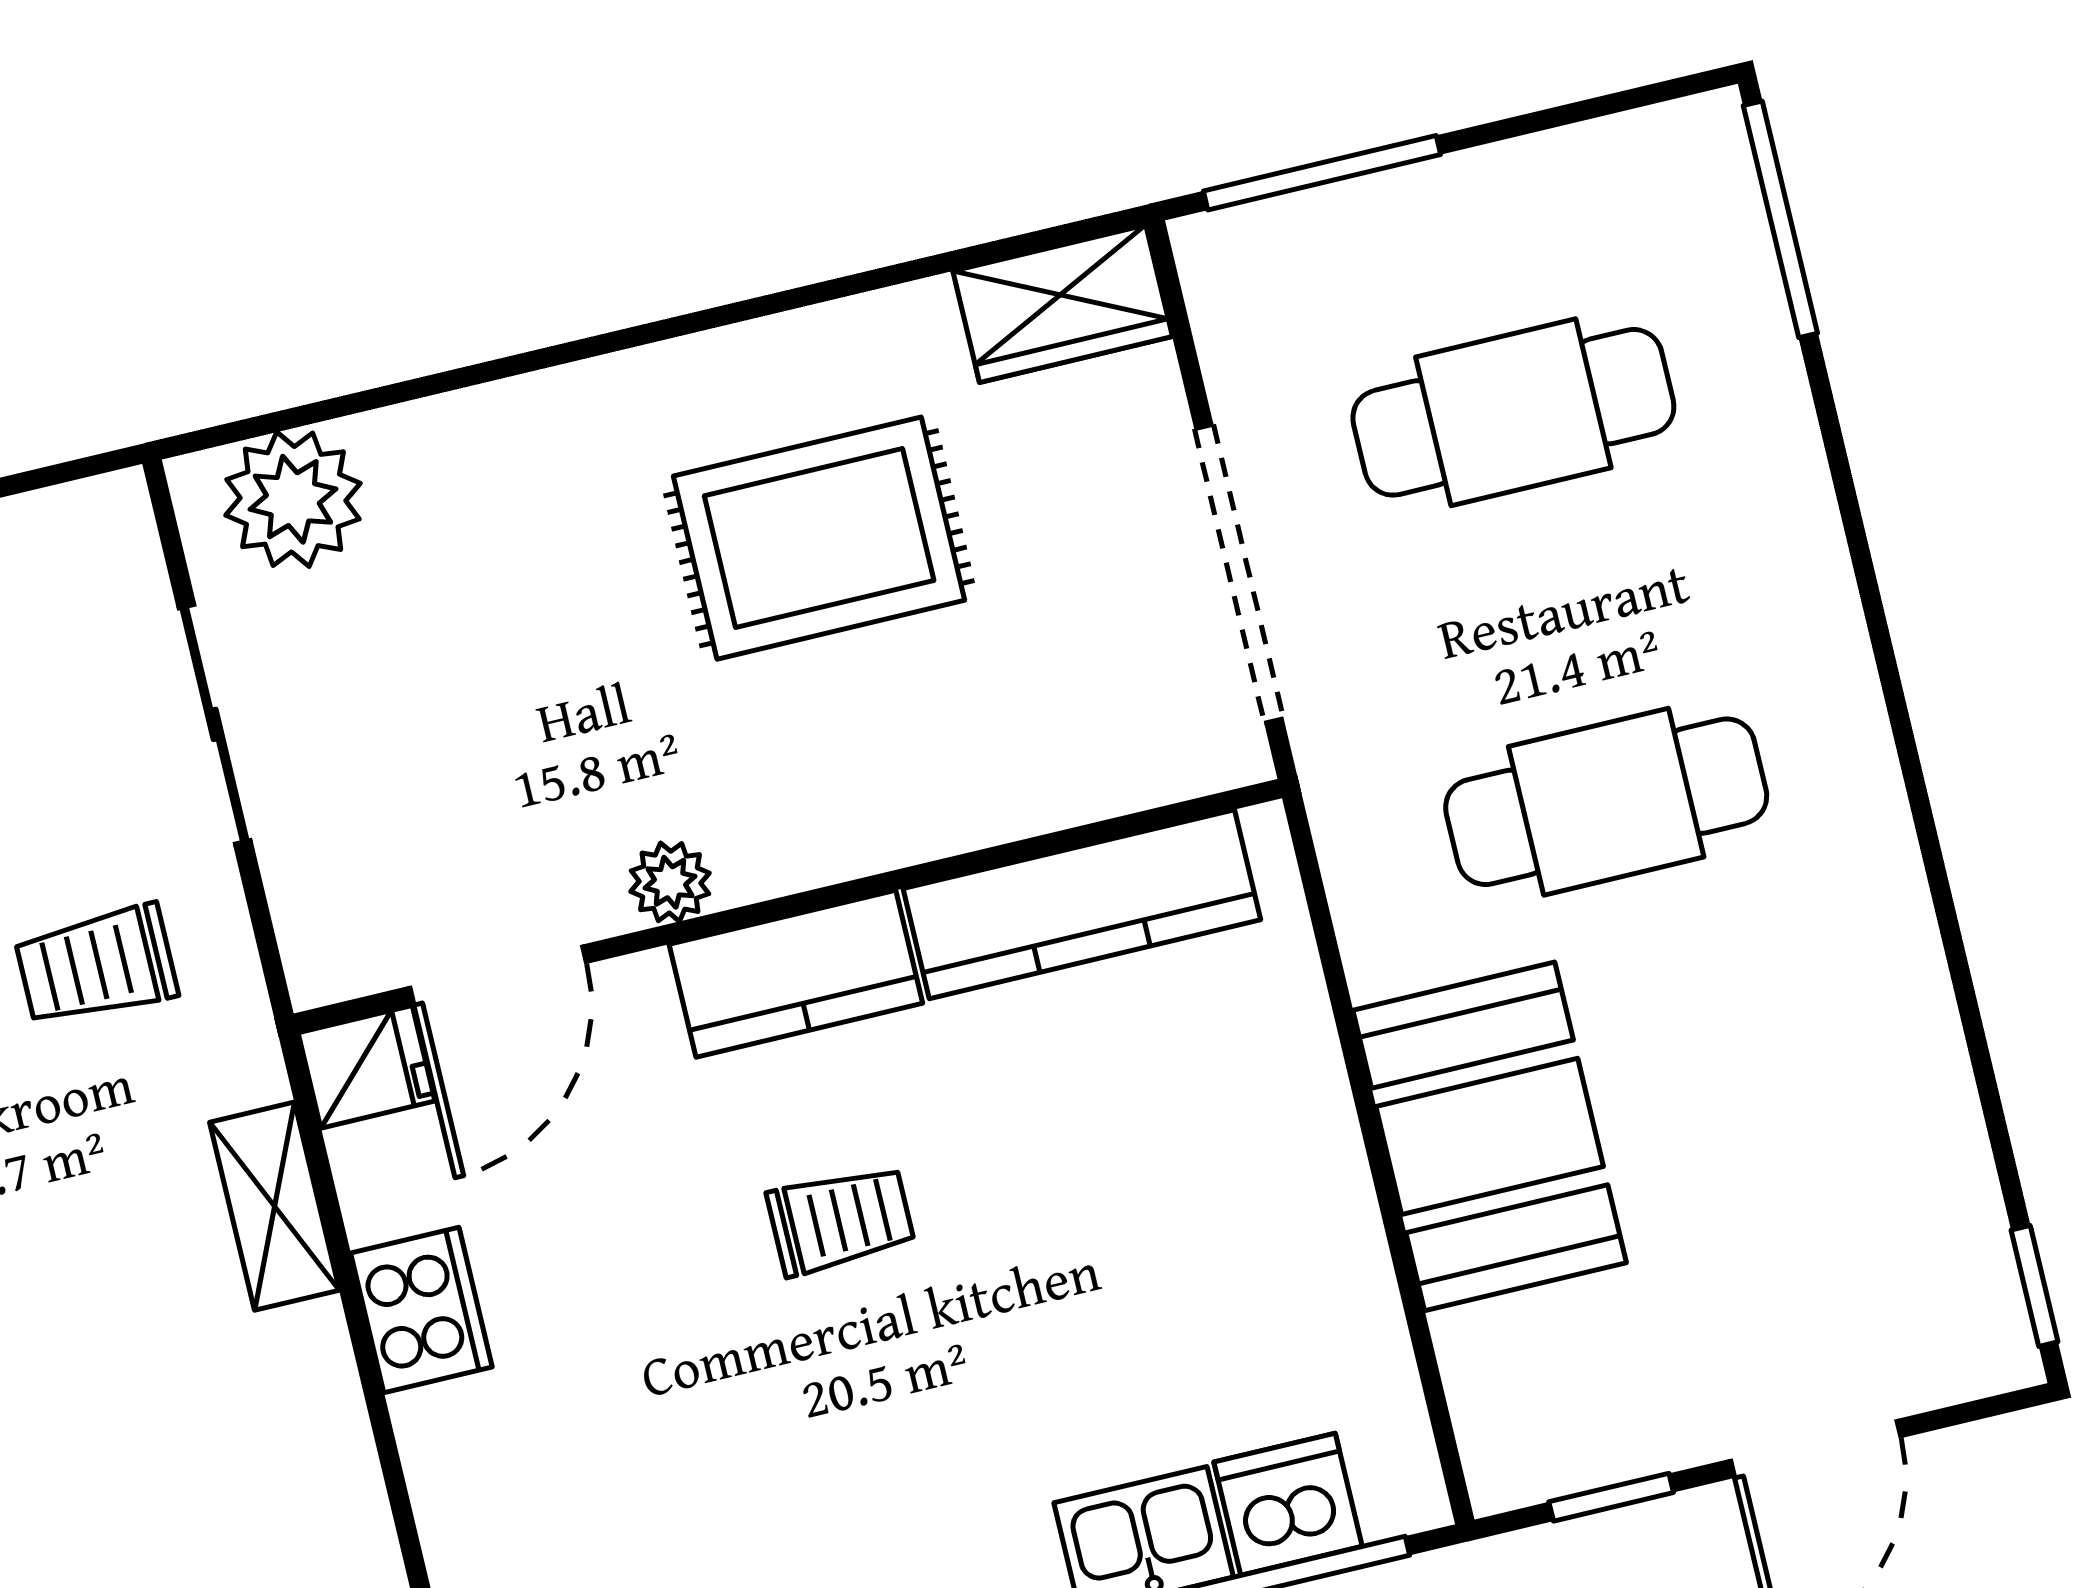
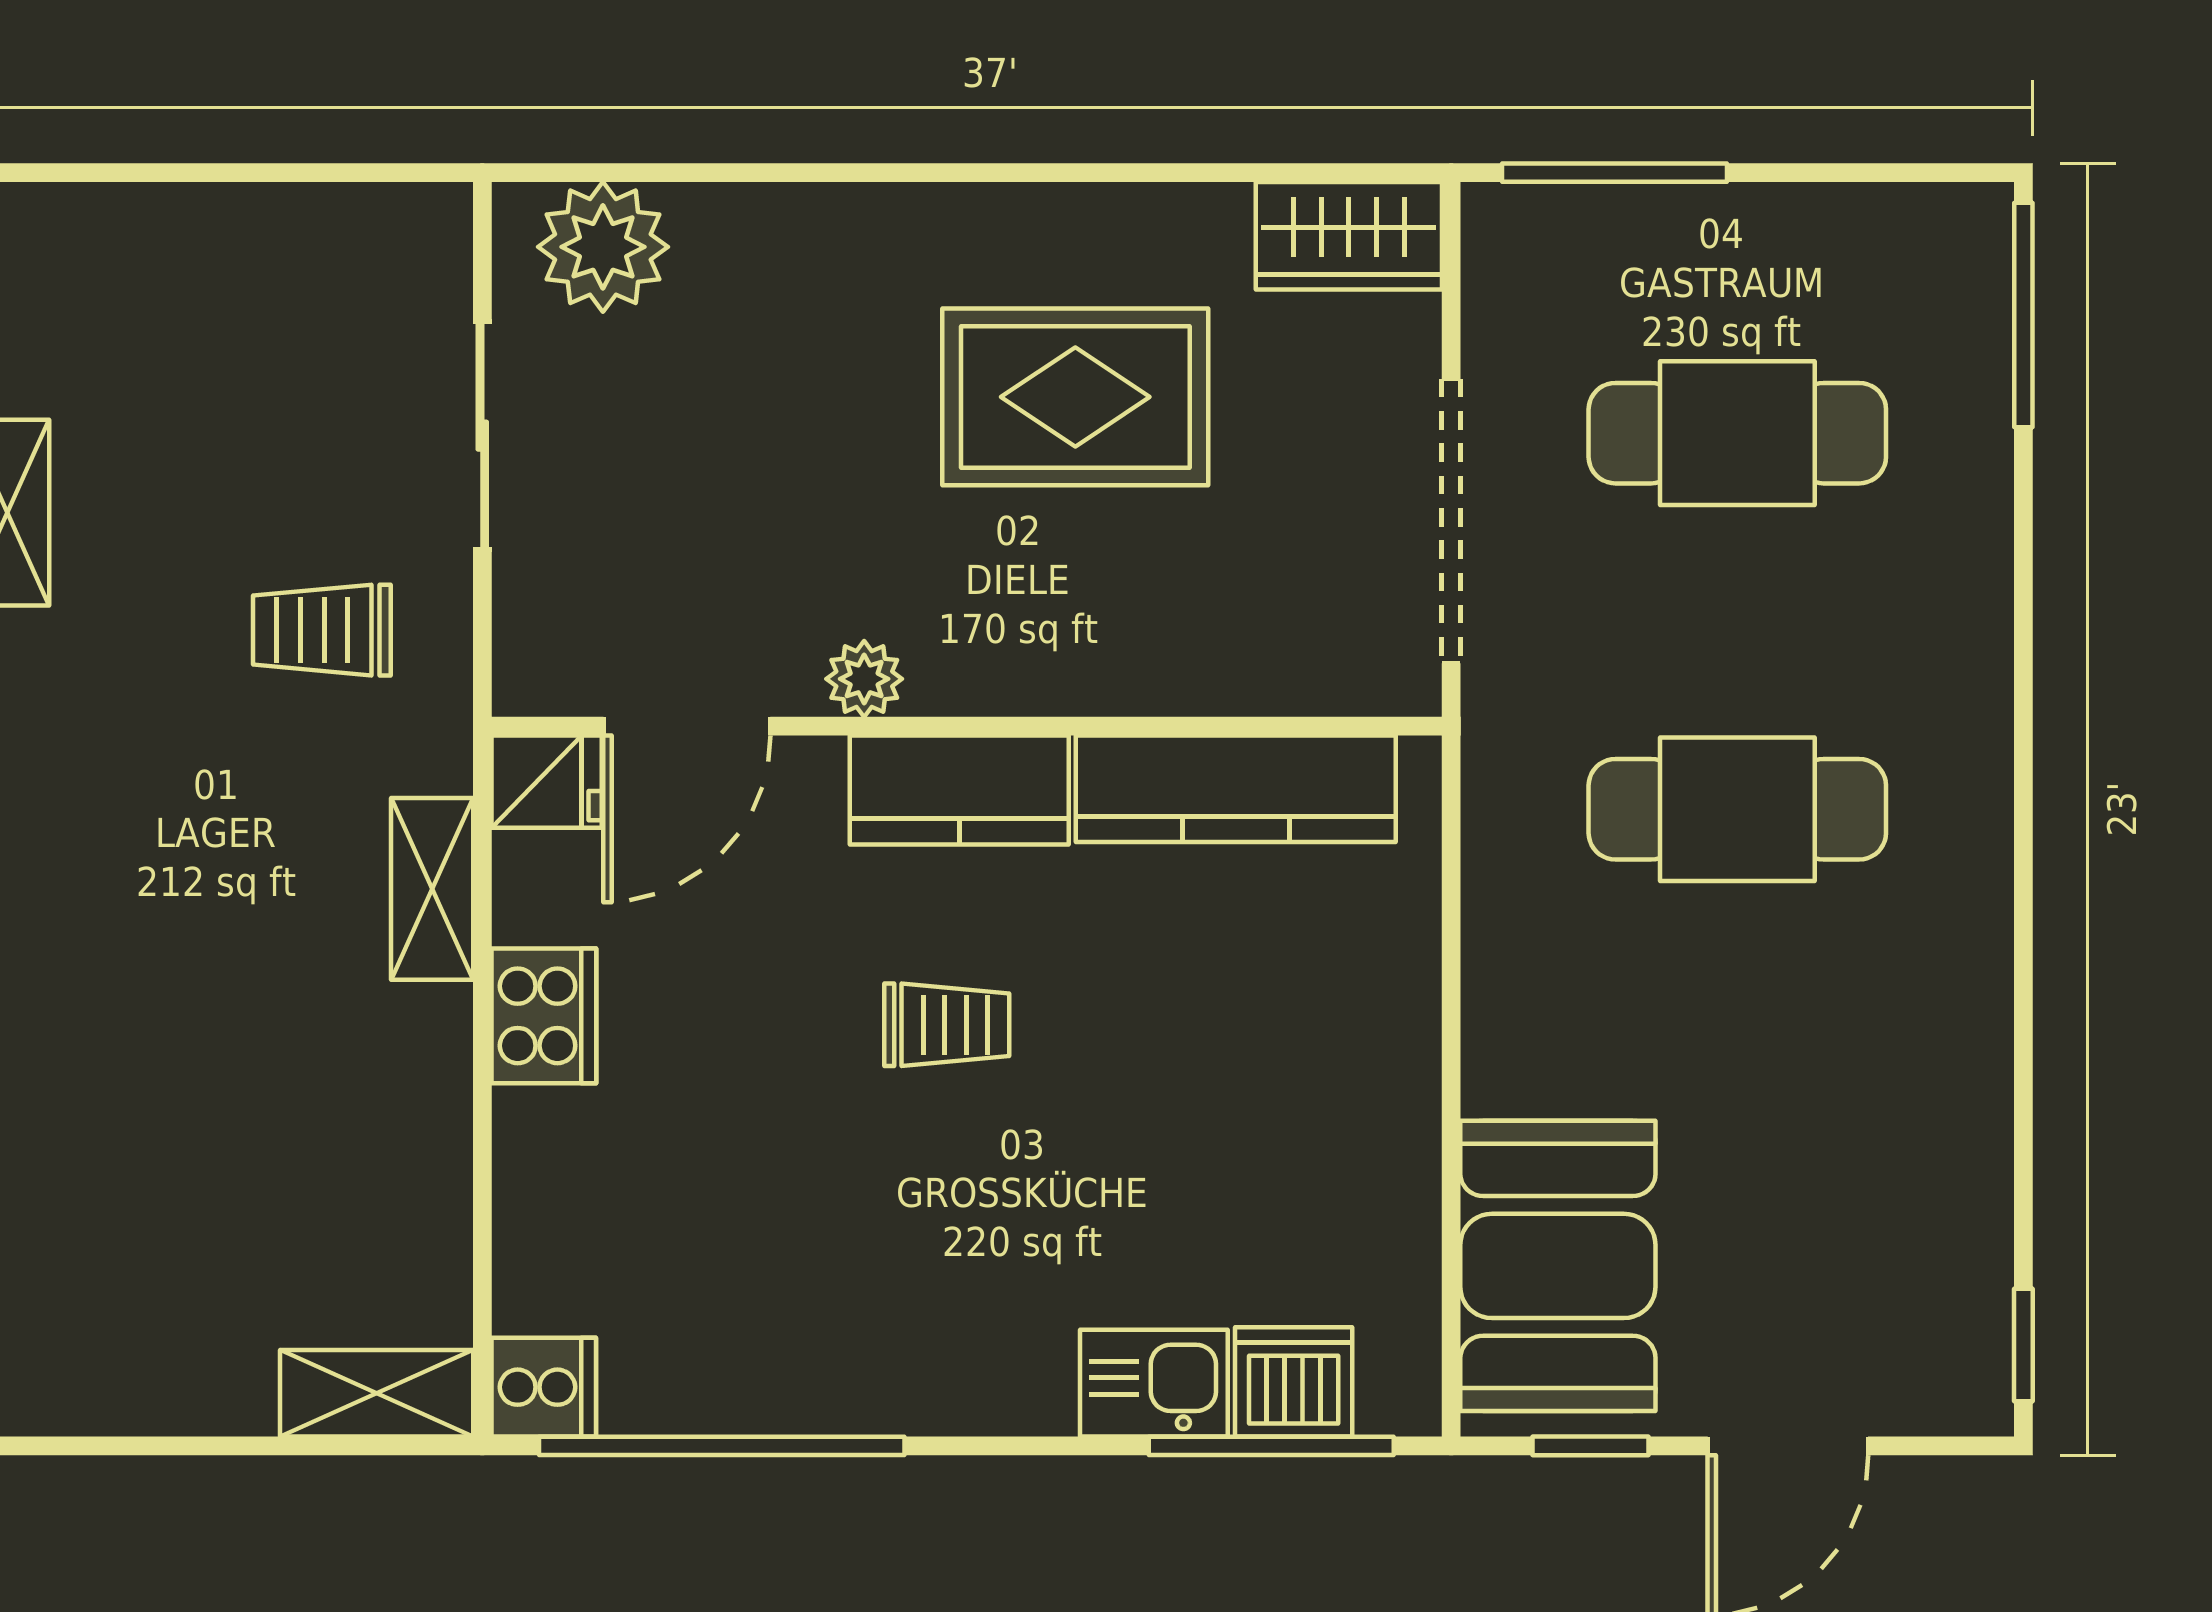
booth: (1490, 1136) -> (1558, 1266), moved

